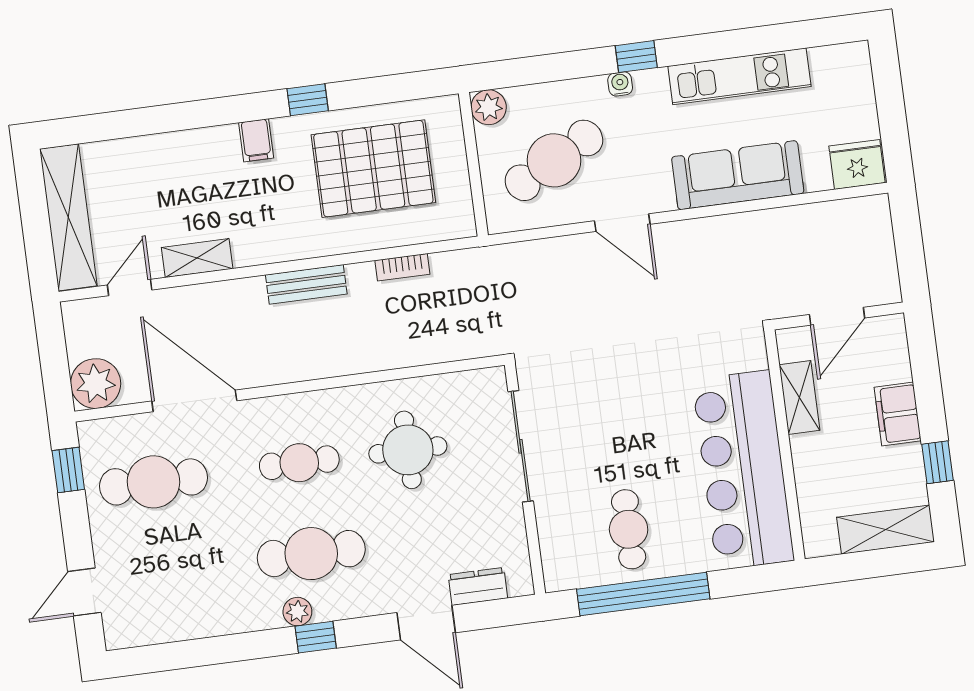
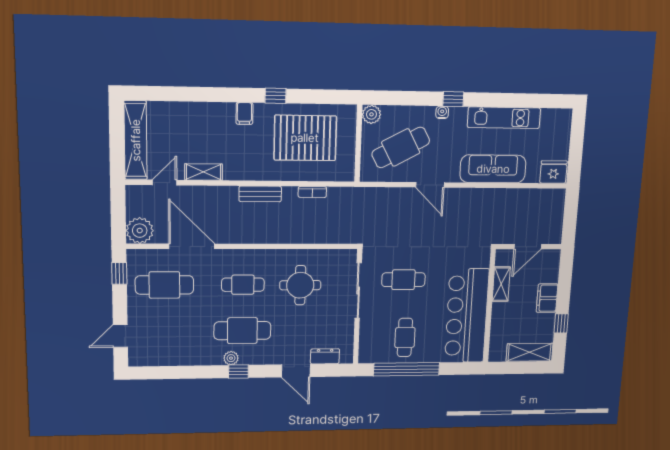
cafe table: (605, 413) -> (403, 280), added

